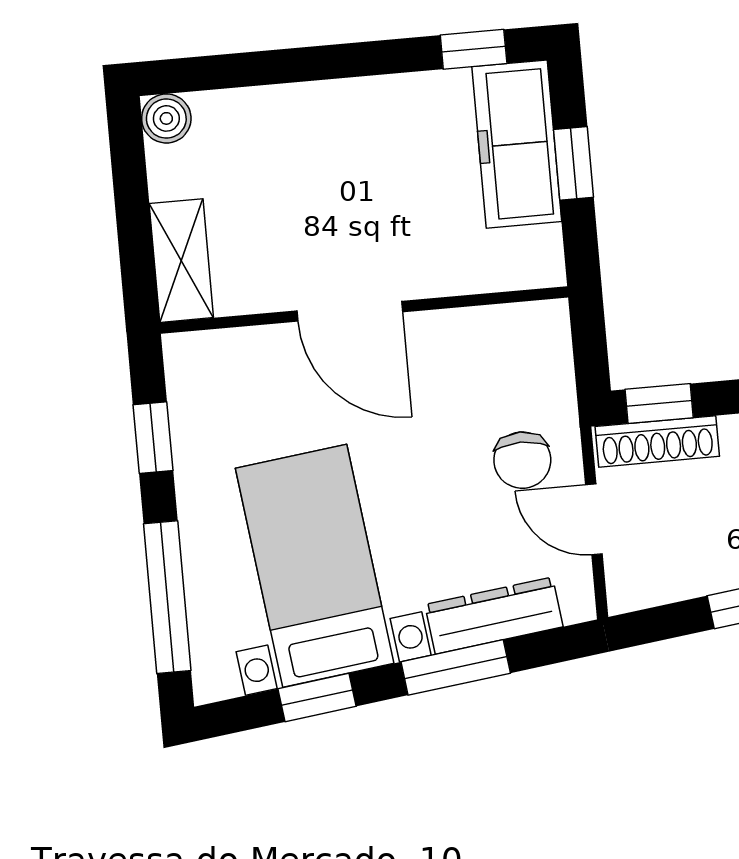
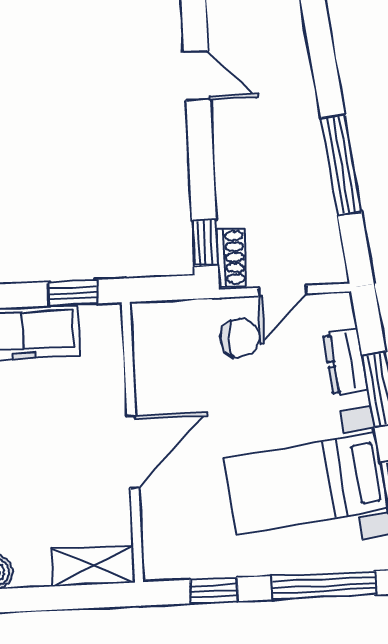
window: (573, 163) -> (73, 293), moved
shoe rack: (657, 441) -> (231, 257), width x0.70
dresser: (494, 616) -> (346, 362), width x0.70

